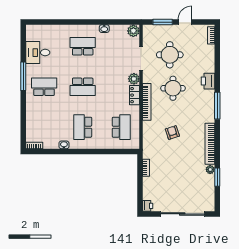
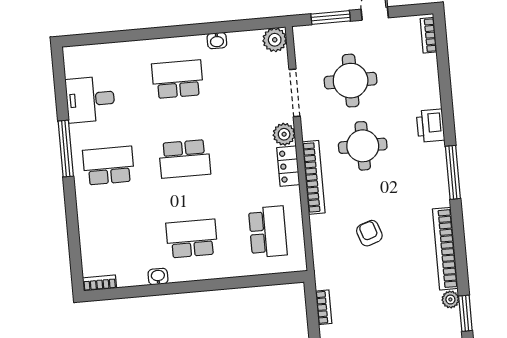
school desk: (83, 127) -> (192, 239), turned 90

